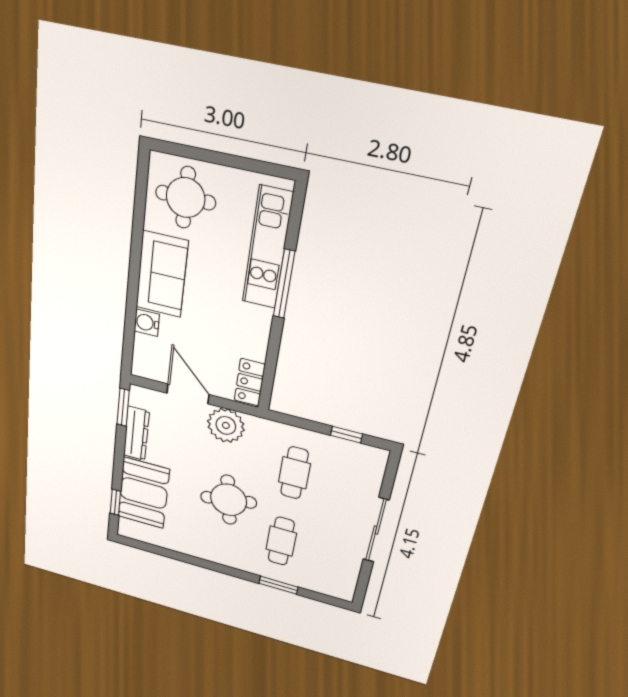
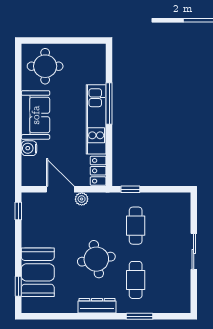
kitchen unit: (267, 248) -> (96, 119), moved
window: (123, 407) -> (18, 211), width x0.67
plant: (226, 425) -> (82, 199), width x0.53, depth x0.53
dresser: (136, 433) -> (97, 306), moved, turned -90
window: (347, 435) -> (130, 189), moved
sliding door: (376, 530) -> (194, 251), width x0.73

